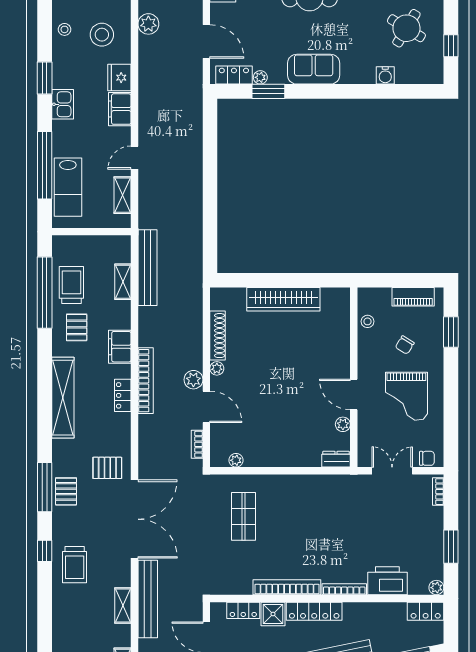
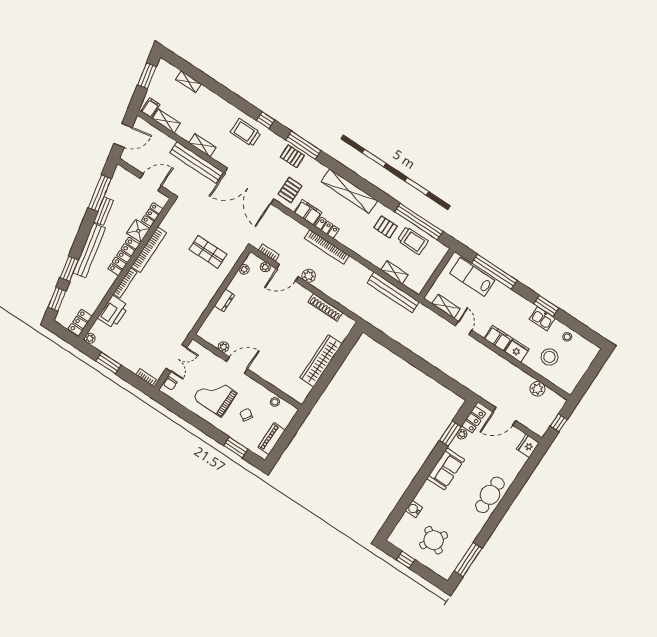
kitchen sink: (63, 104) -> (542, 319), moved
filing cabinet: (120, 347) -> (308, 212), moved
plant: (217, 368) -> (265, 267), moved
dresser: (336, 459) -> (225, 300), moved

